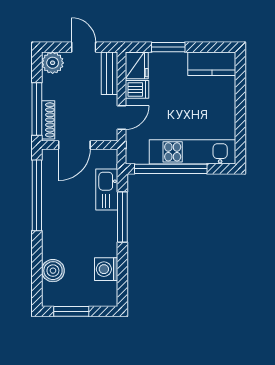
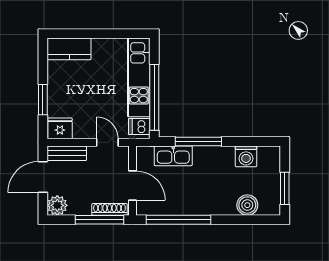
door: (84, 47) -> (43, 177), width x1.38
kitchen counter: (212, 64) -> (69, 49), moved, turned 90
dishwasher: (137, 89) -> (139, 126), moved, turned -90

